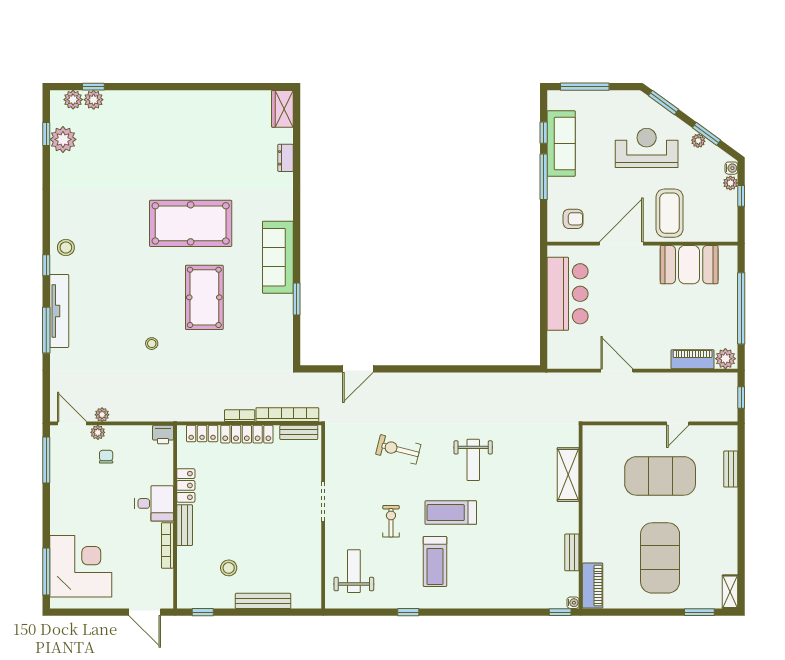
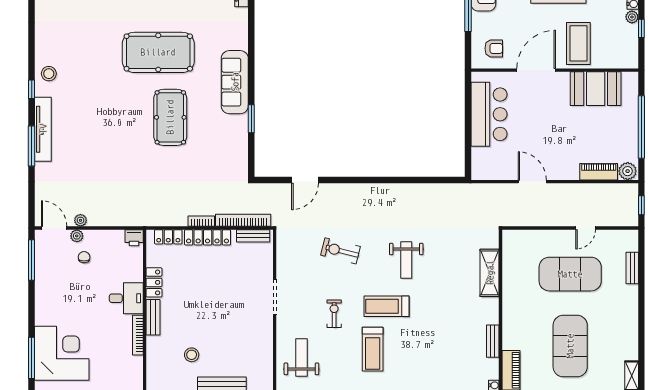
stool: (152, 344) -> (124, 158), removed

